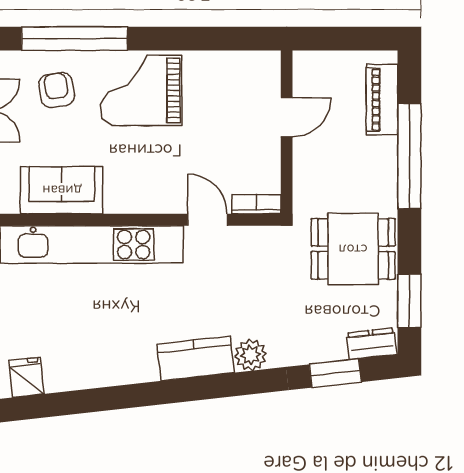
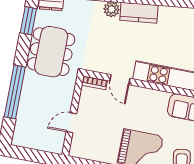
piano: (382, 100) -> (23, 122), removed
dining table: (353, 249) -> (51, 52), width x1.38

